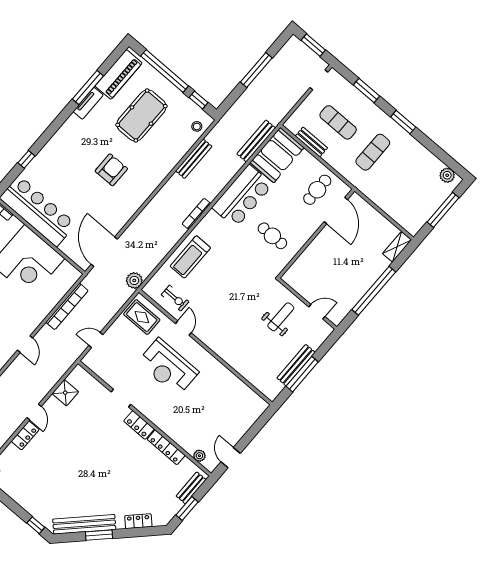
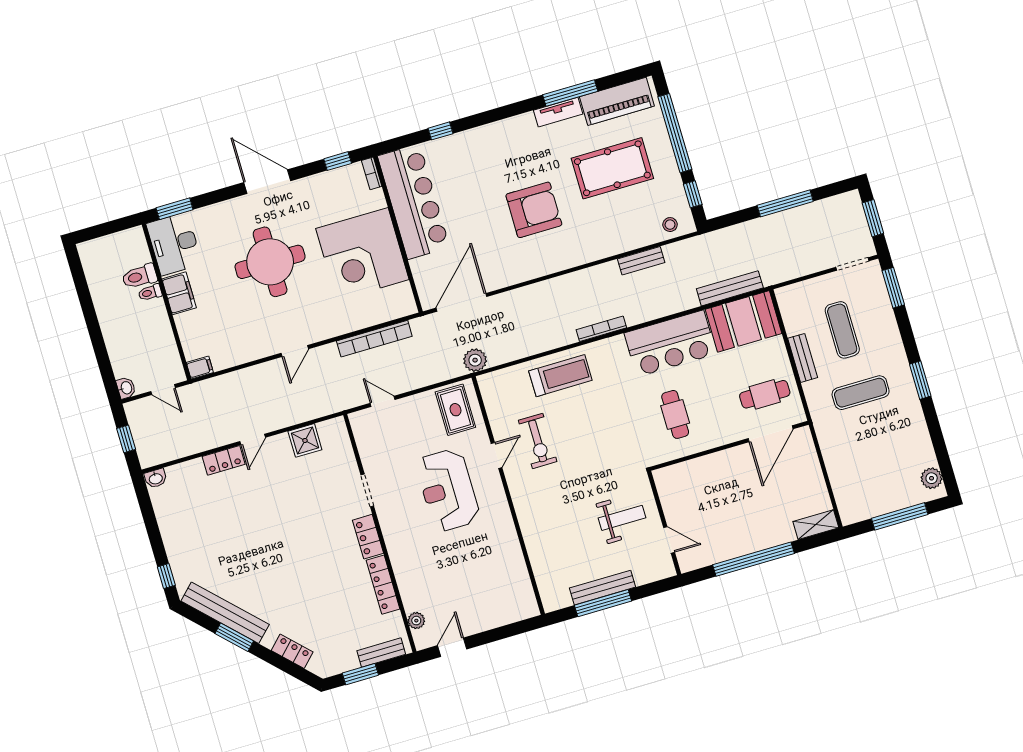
window: (366, 91) -> (893, 288), moved
bench: (311, 142) -> (803, 358), moved
bench: (194, 159) -> (641, 261), width x0.73
armchair: (111, 170) -> (534, 210), width x1.36, depth x1.36
treadmill: (190, 257) -> (560, 376), turned 180
exercise bike: (175, 298) -> (538, 441), moved, width x1.38, depth x1.39

